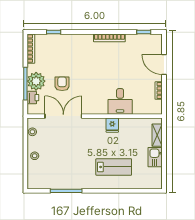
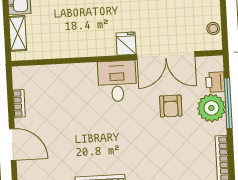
desk: (120, 101) -> (117, 81), moved
fridge: (112, 125) -> (126, 44), moved

